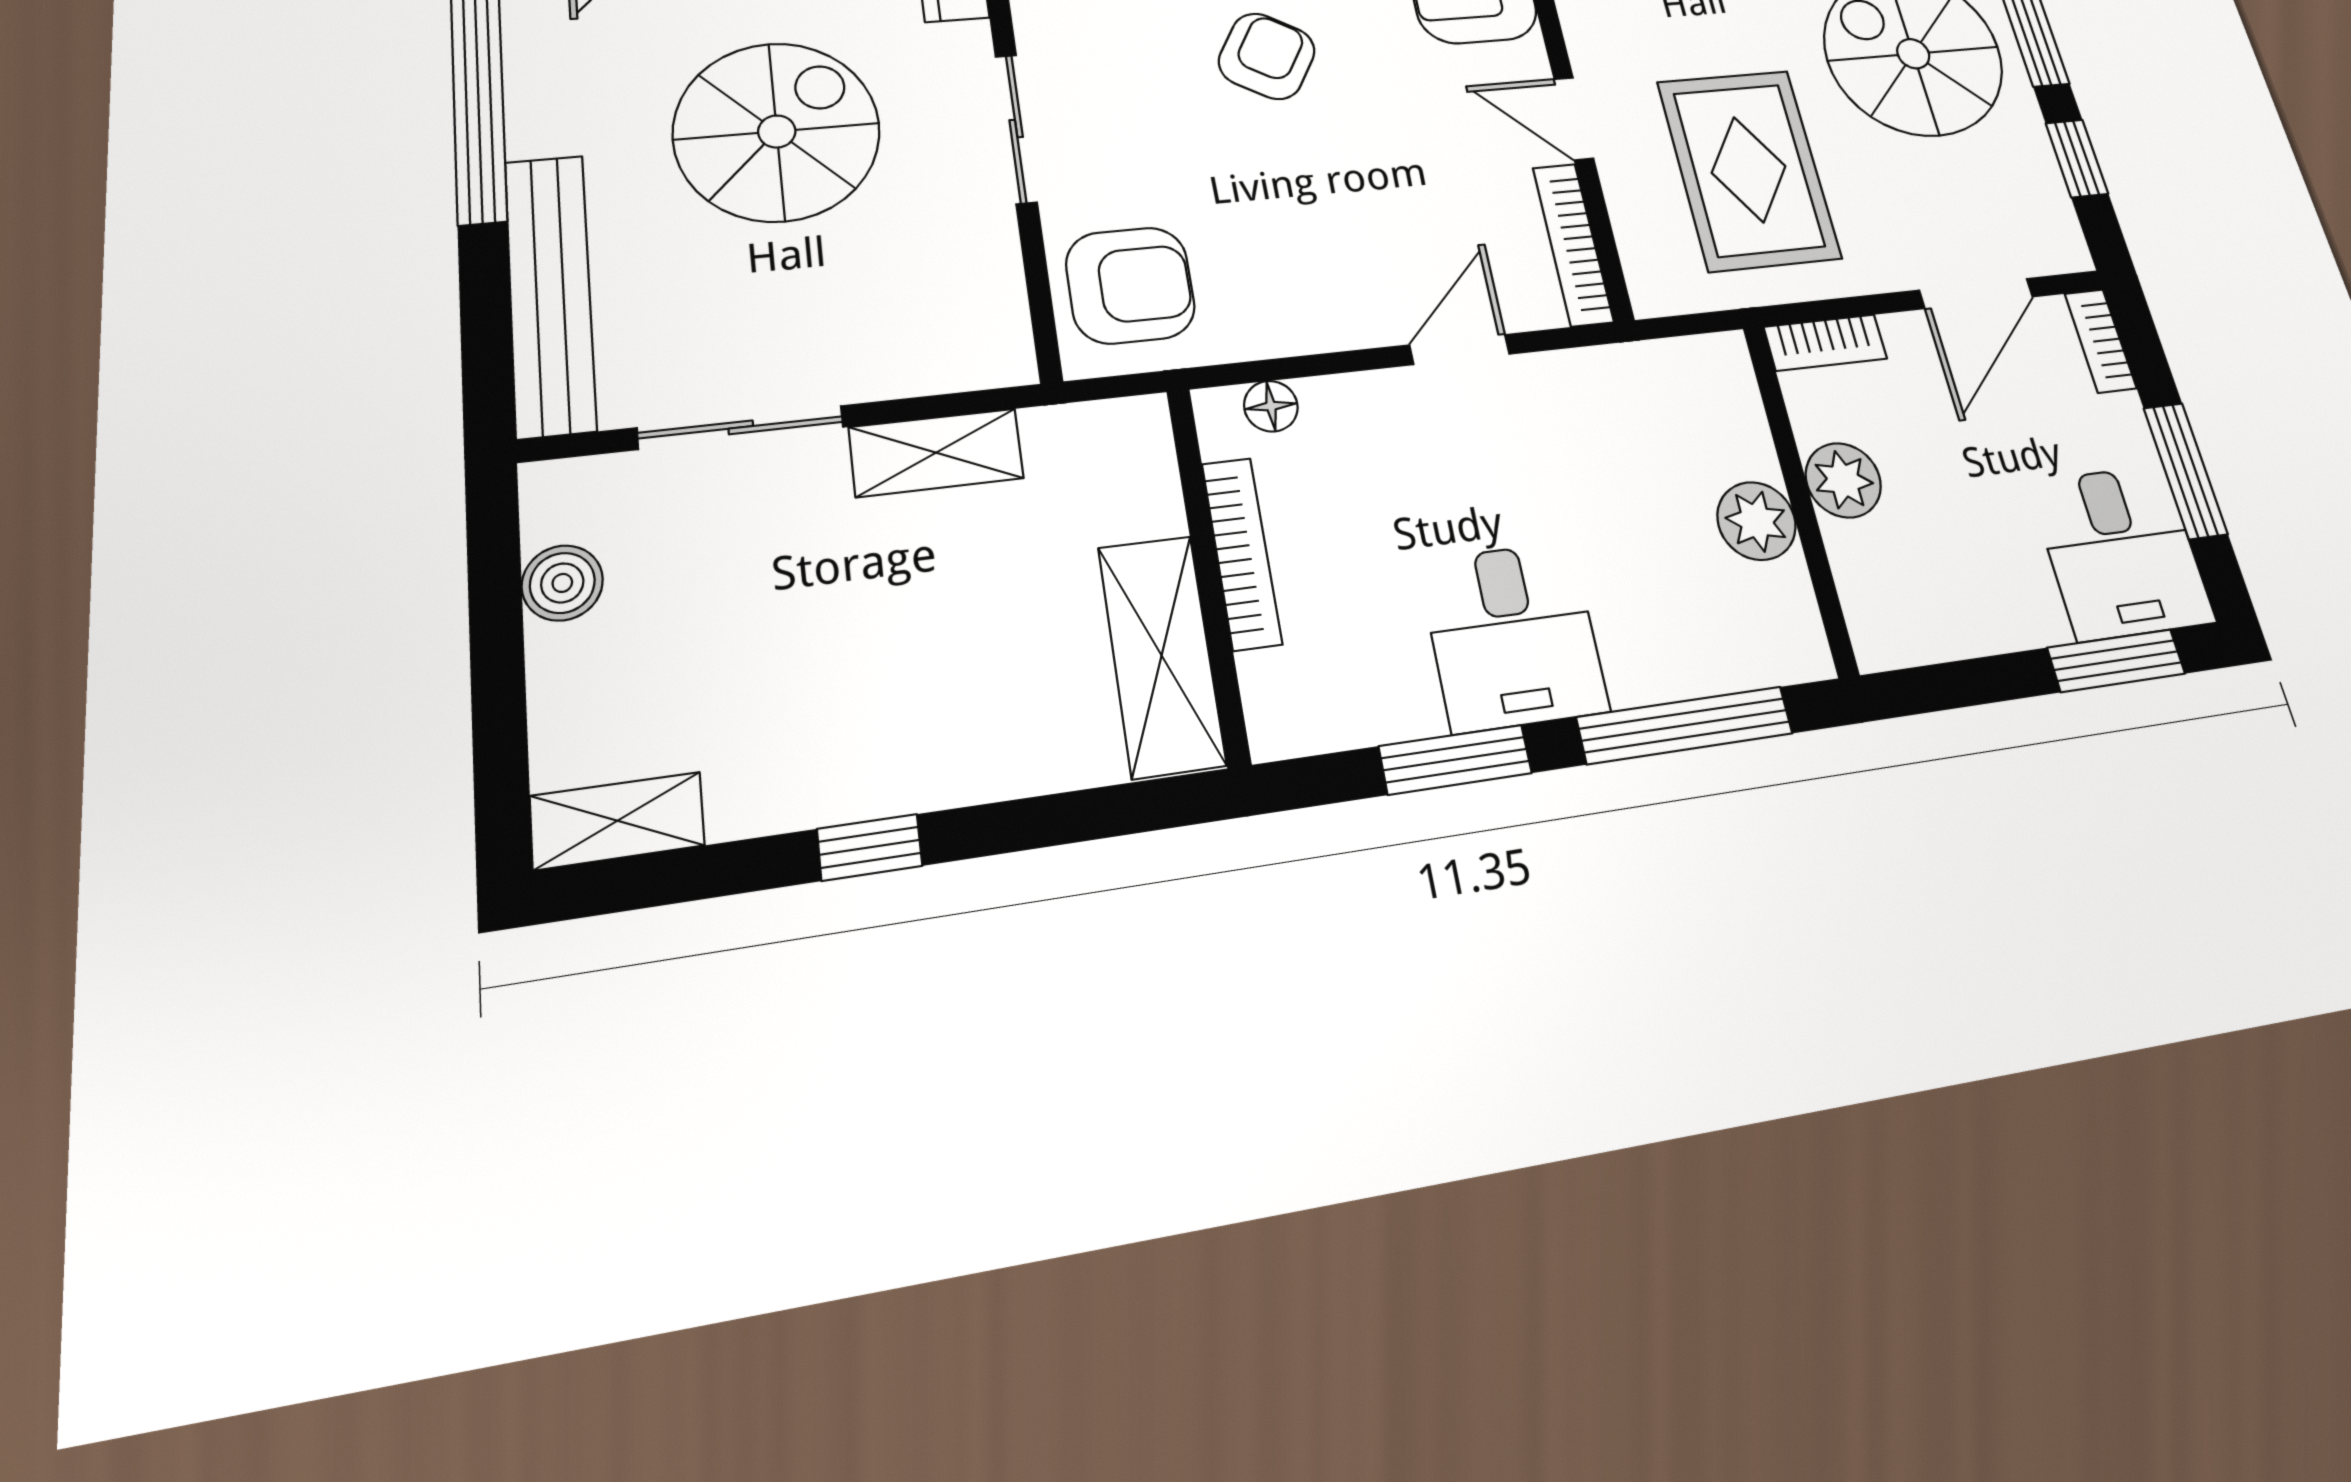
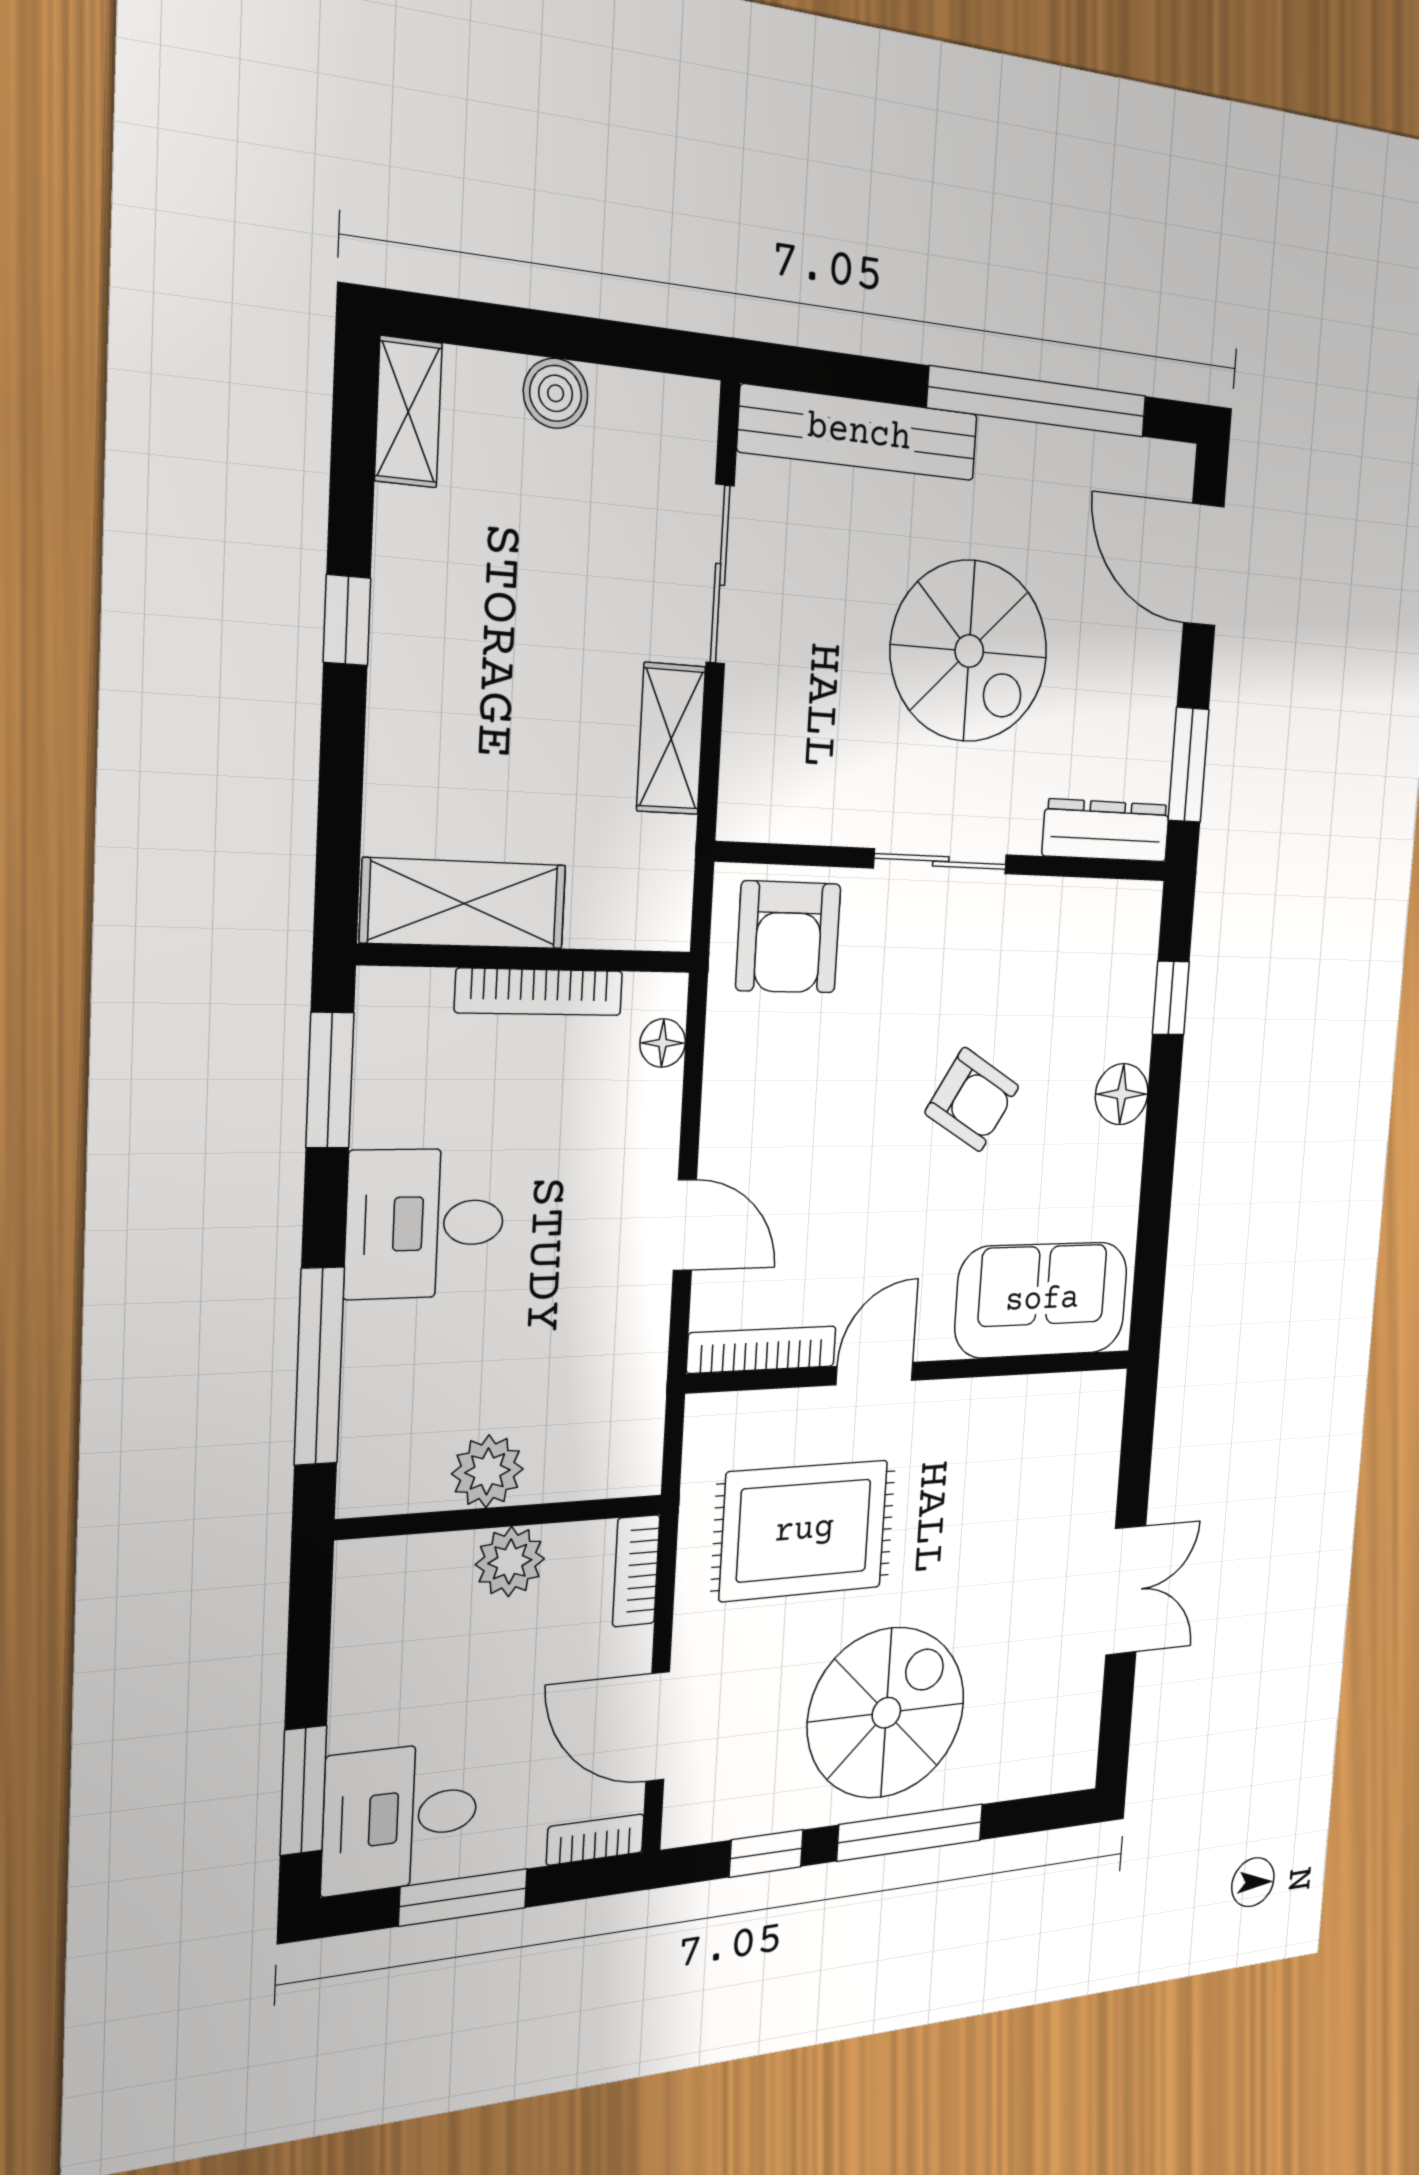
boiler: (562, 583) -> (556, 393), moved
window: (1455, 760) -> (330, 1080), moved

